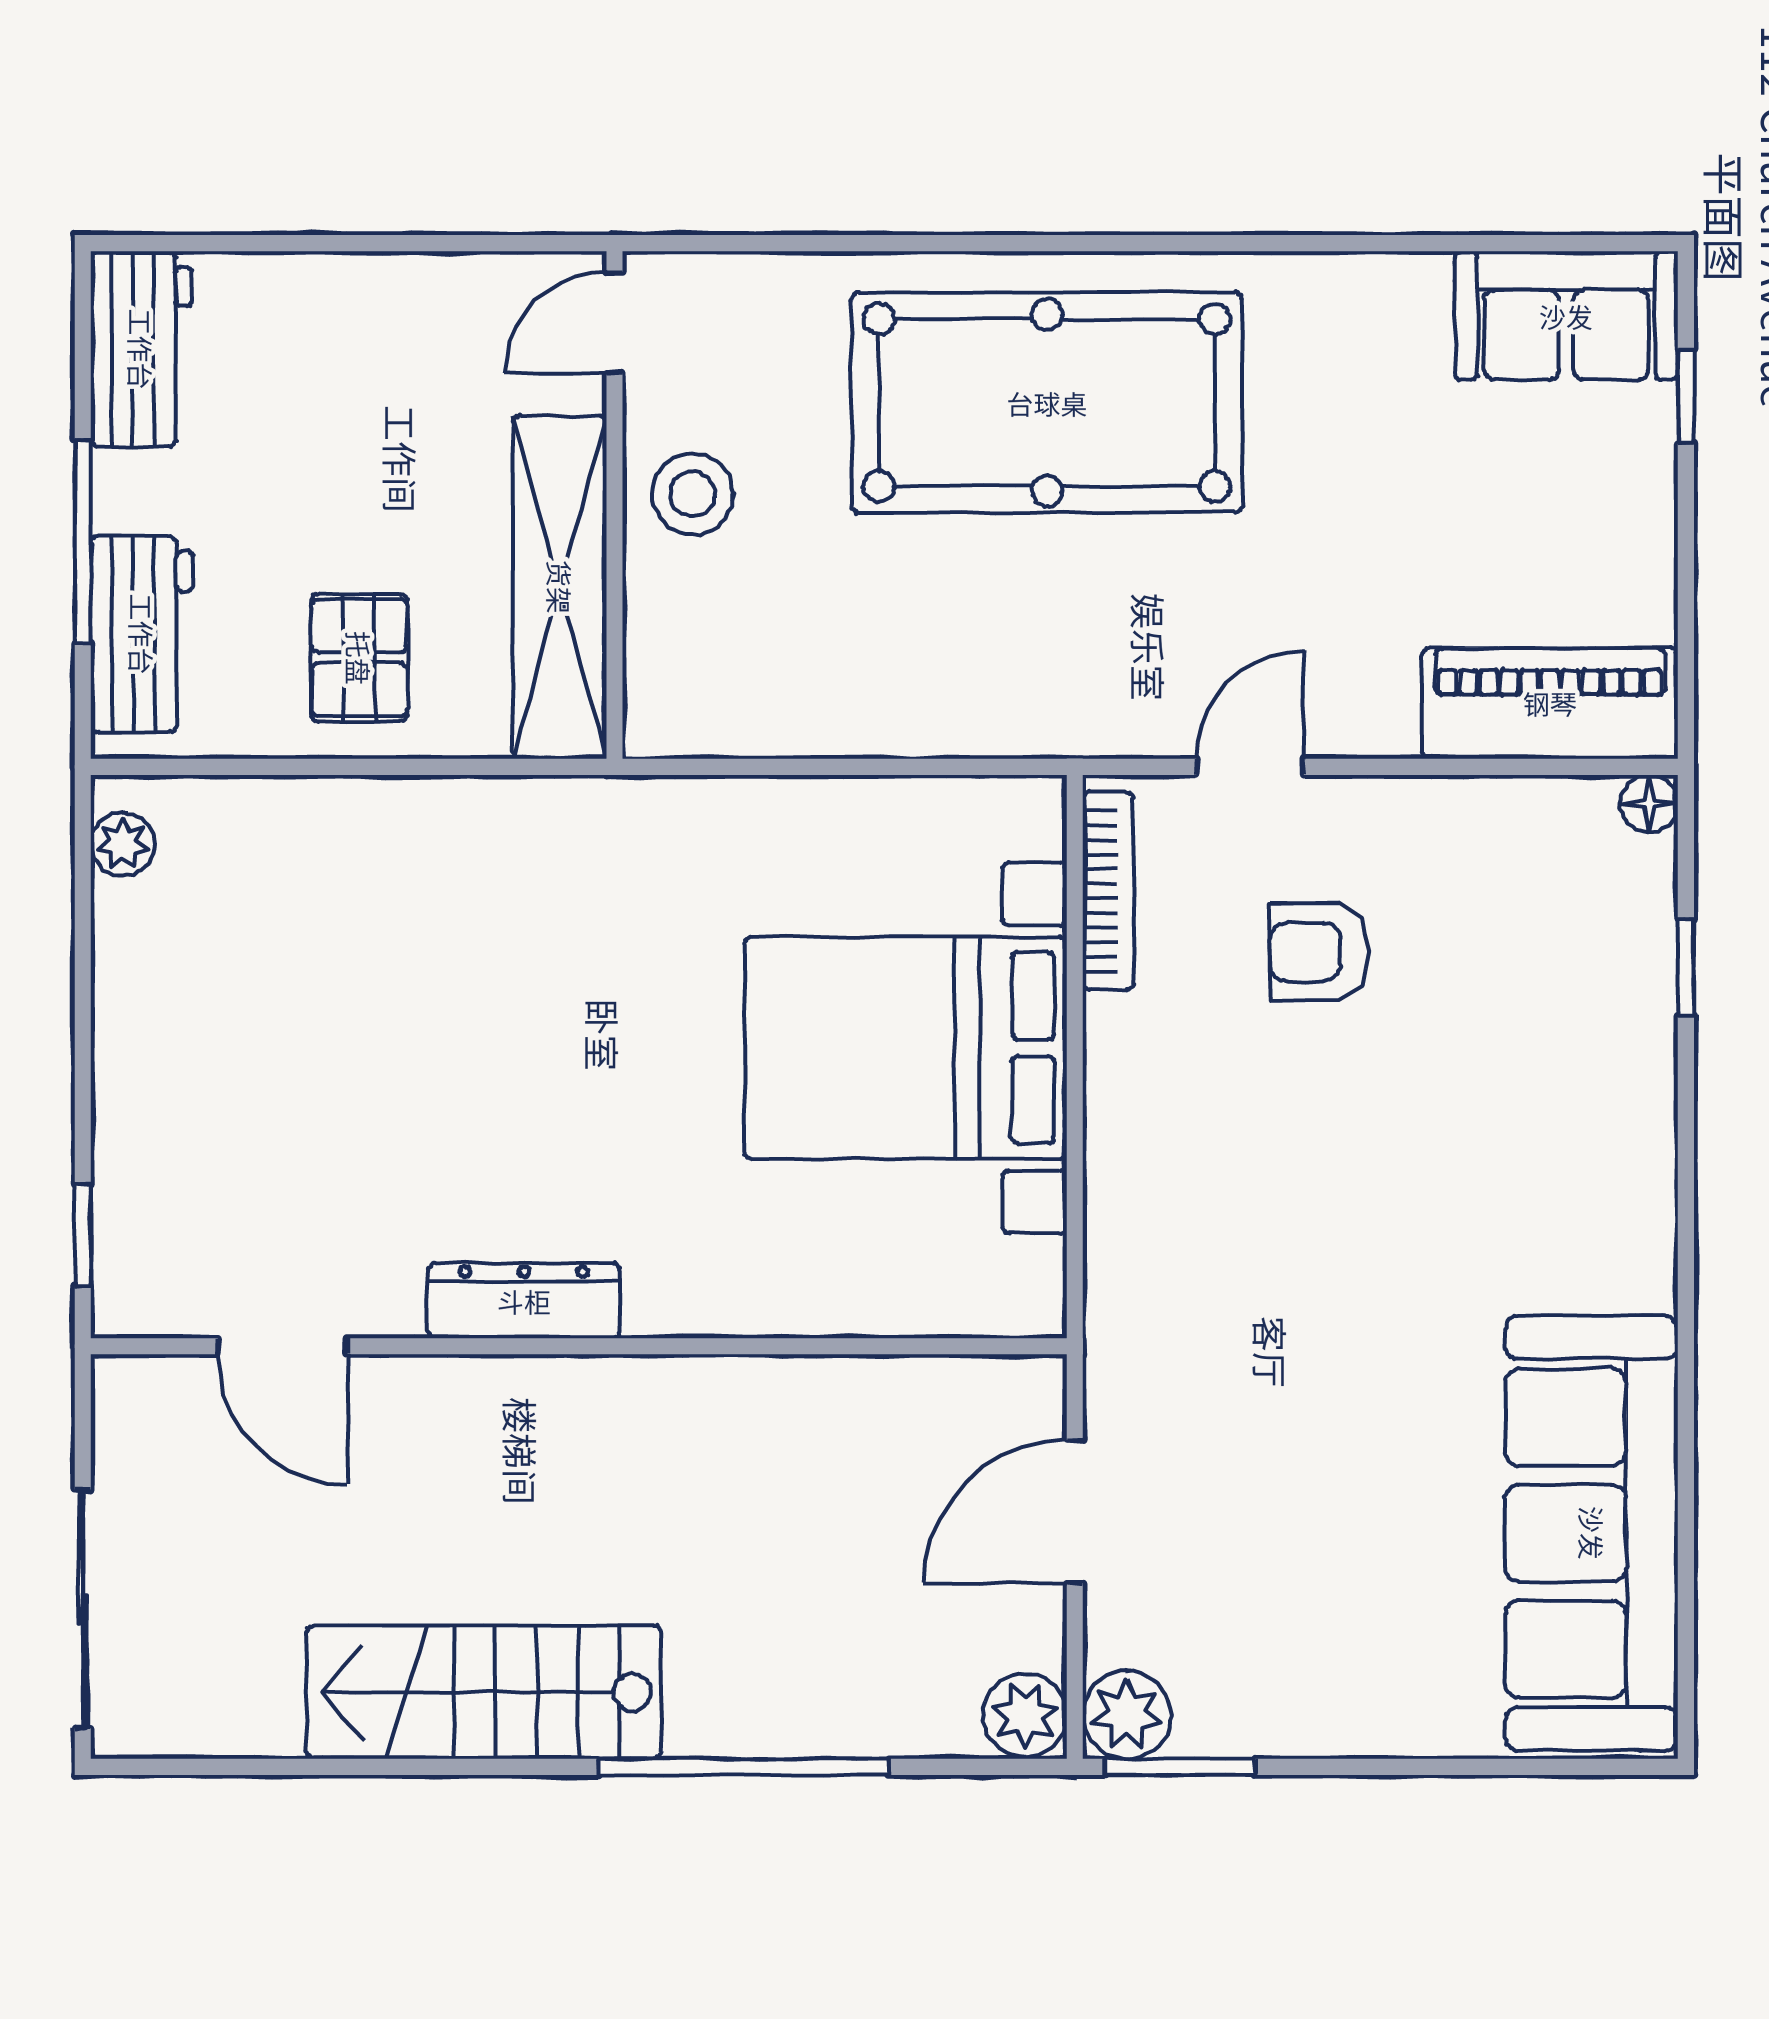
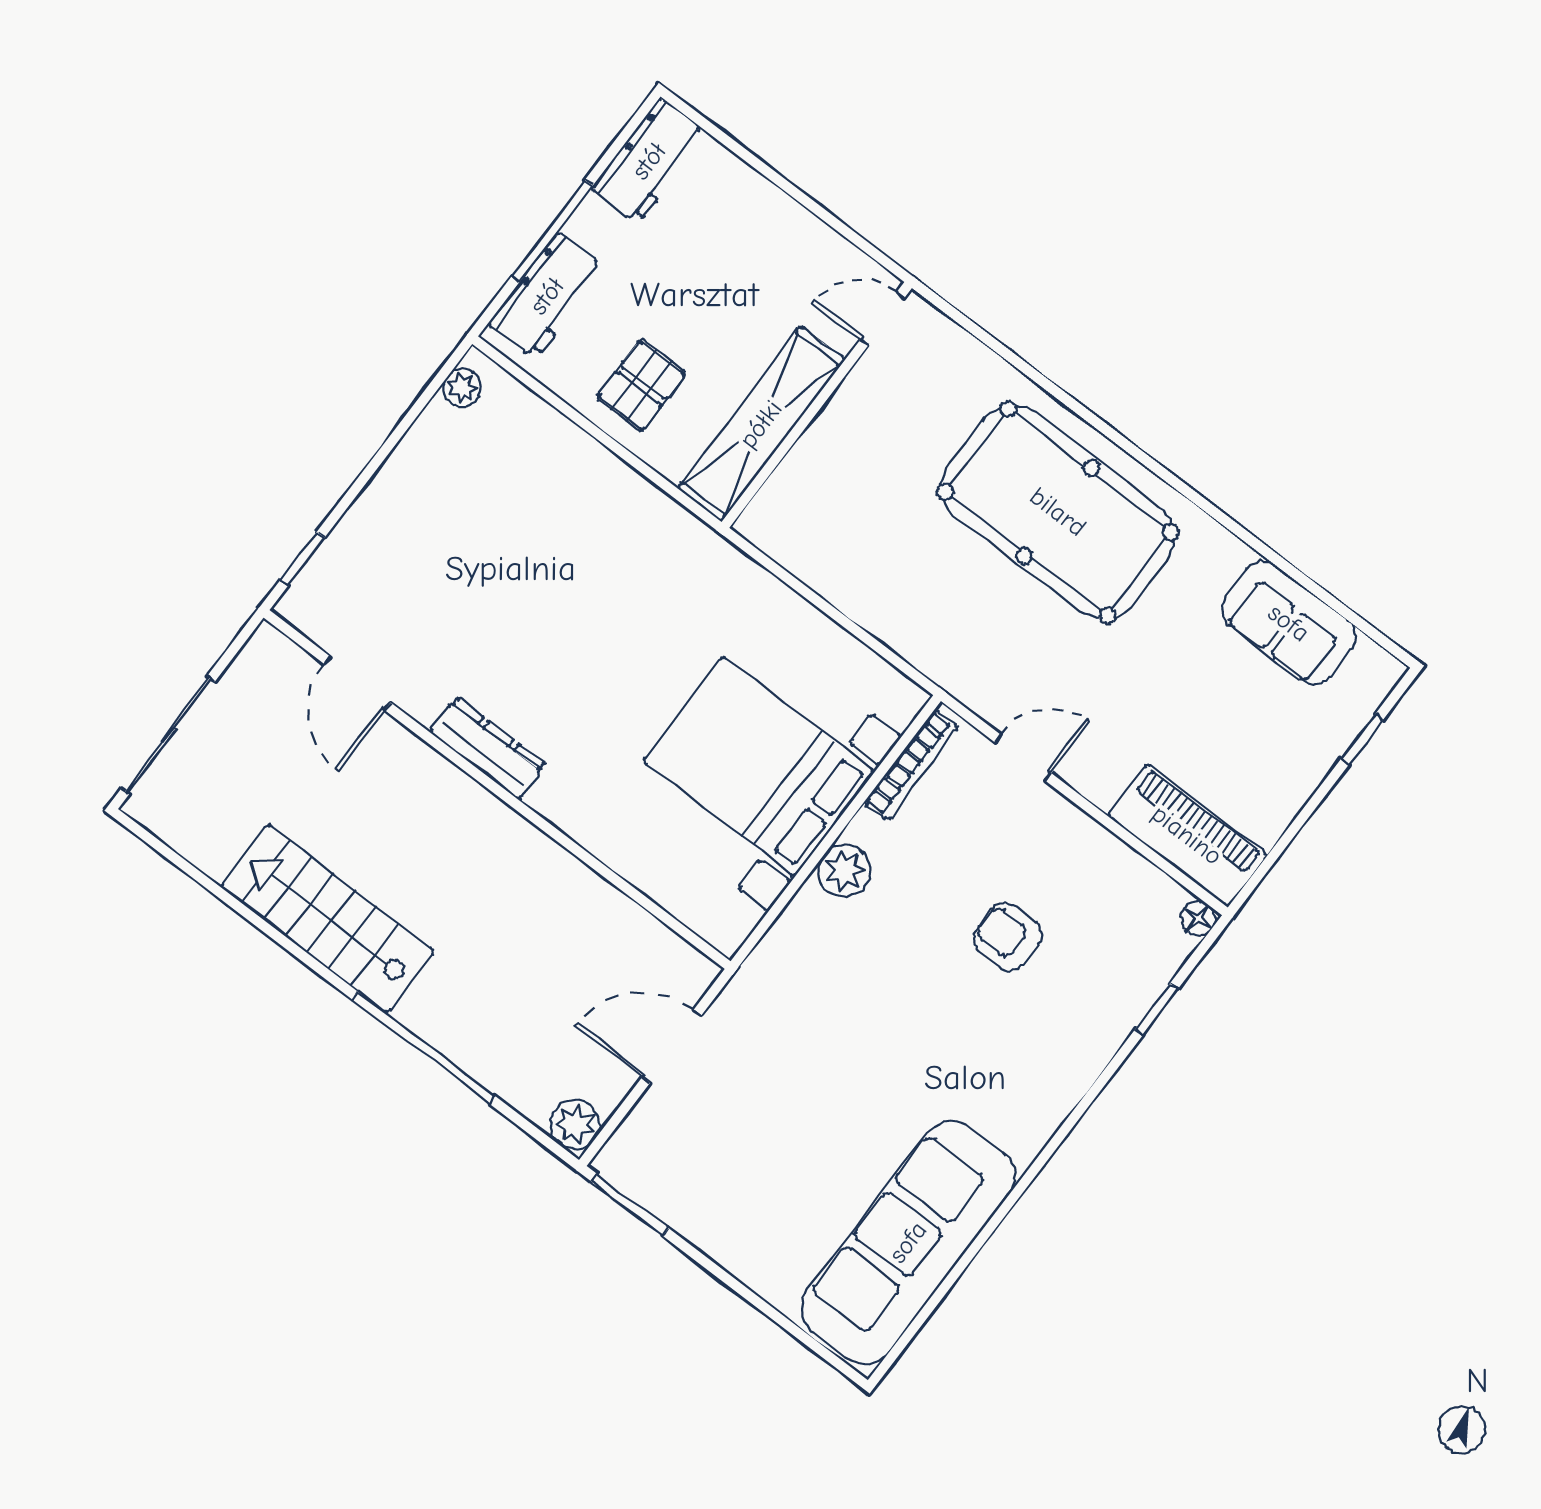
sofa: (1566, 316) -> (1289, 623), moved
stool: (692, 494) -> (858, 428), removed
armchair: (1319, 952) -> (1008, 937), moved
plant: (1127, 1715) -> (844, 871), moved

